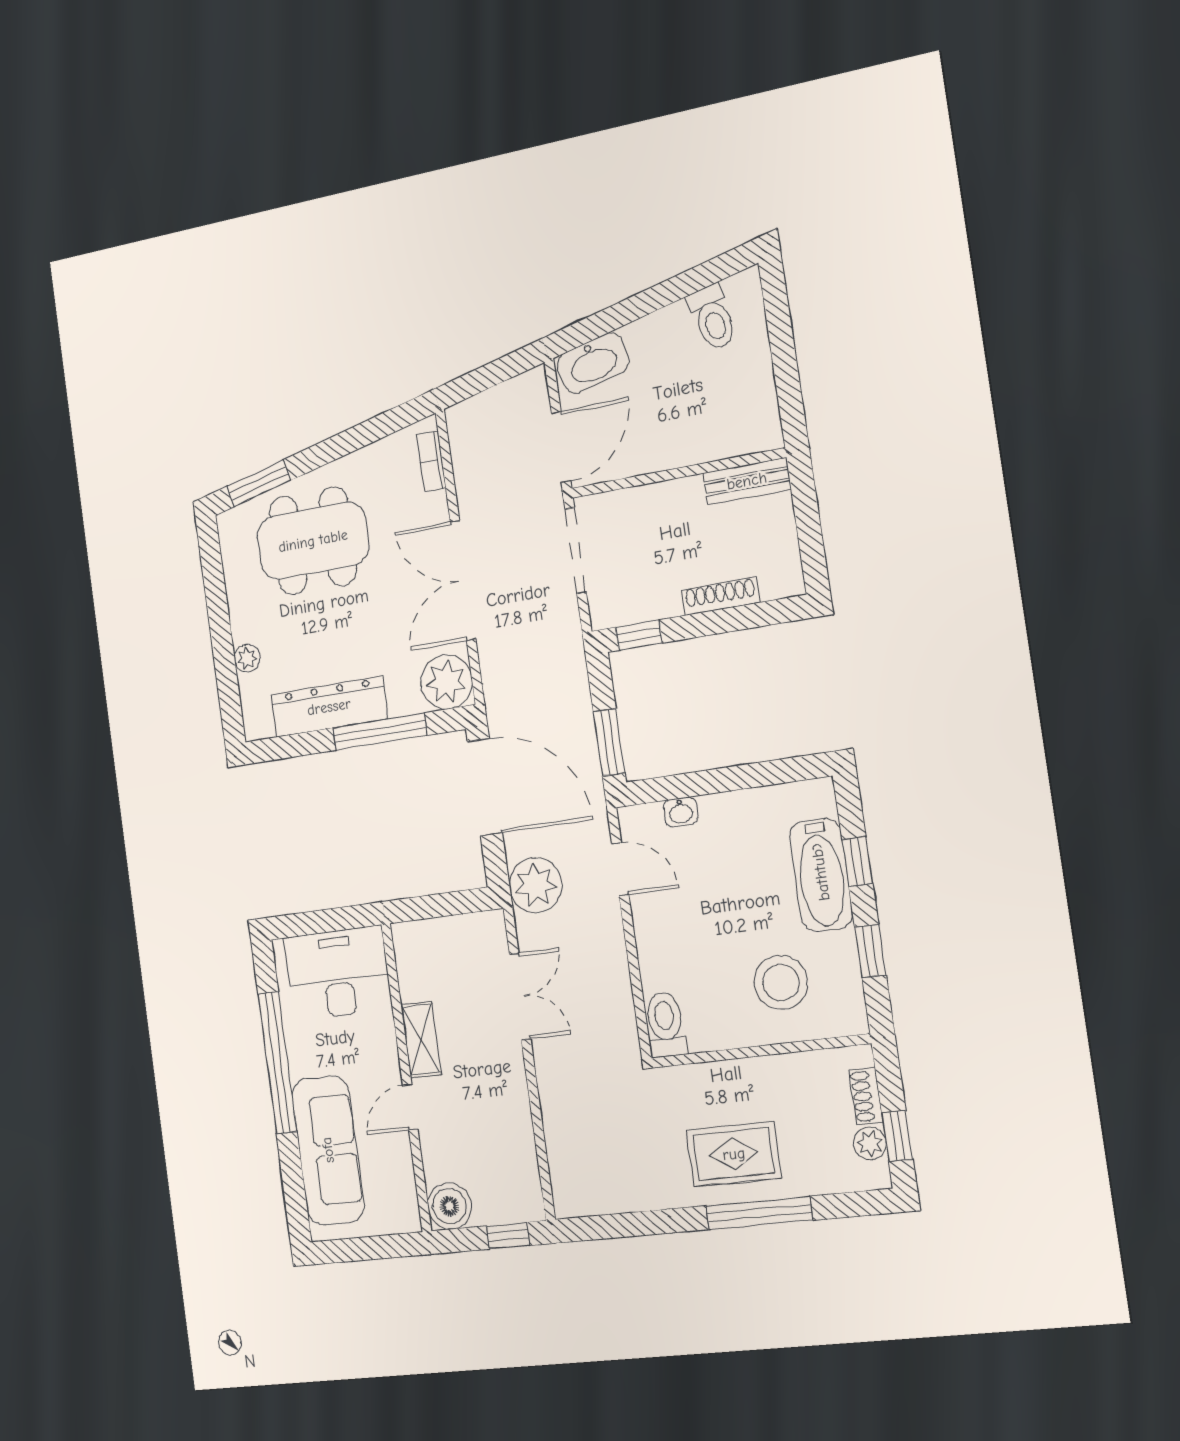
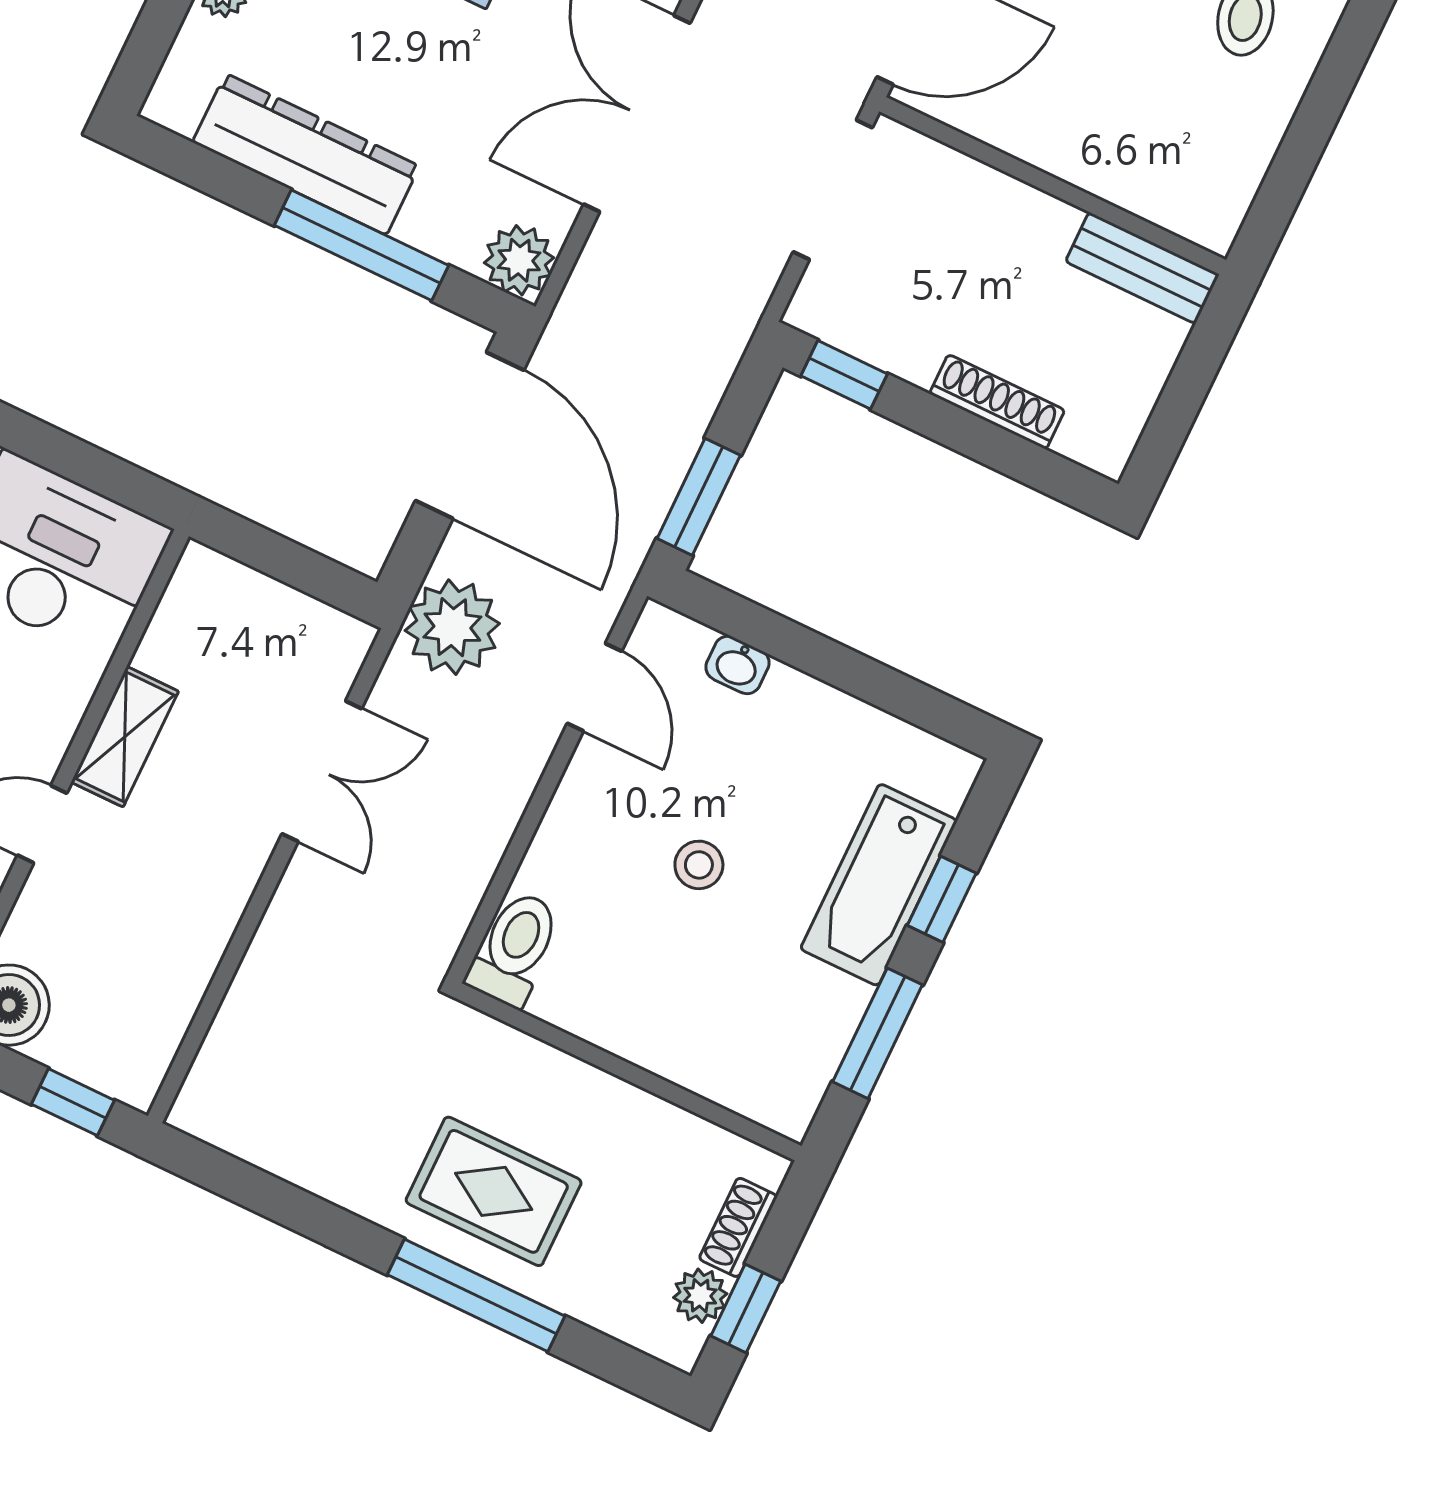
plant: (446, 682) -> (519, 260), width x0.73, depth x0.73
window: (870, 951) -> (878, 1033), width x1.50
stool: (781, 982) -> (699, 865), moved, width x0.53, depth x0.53

